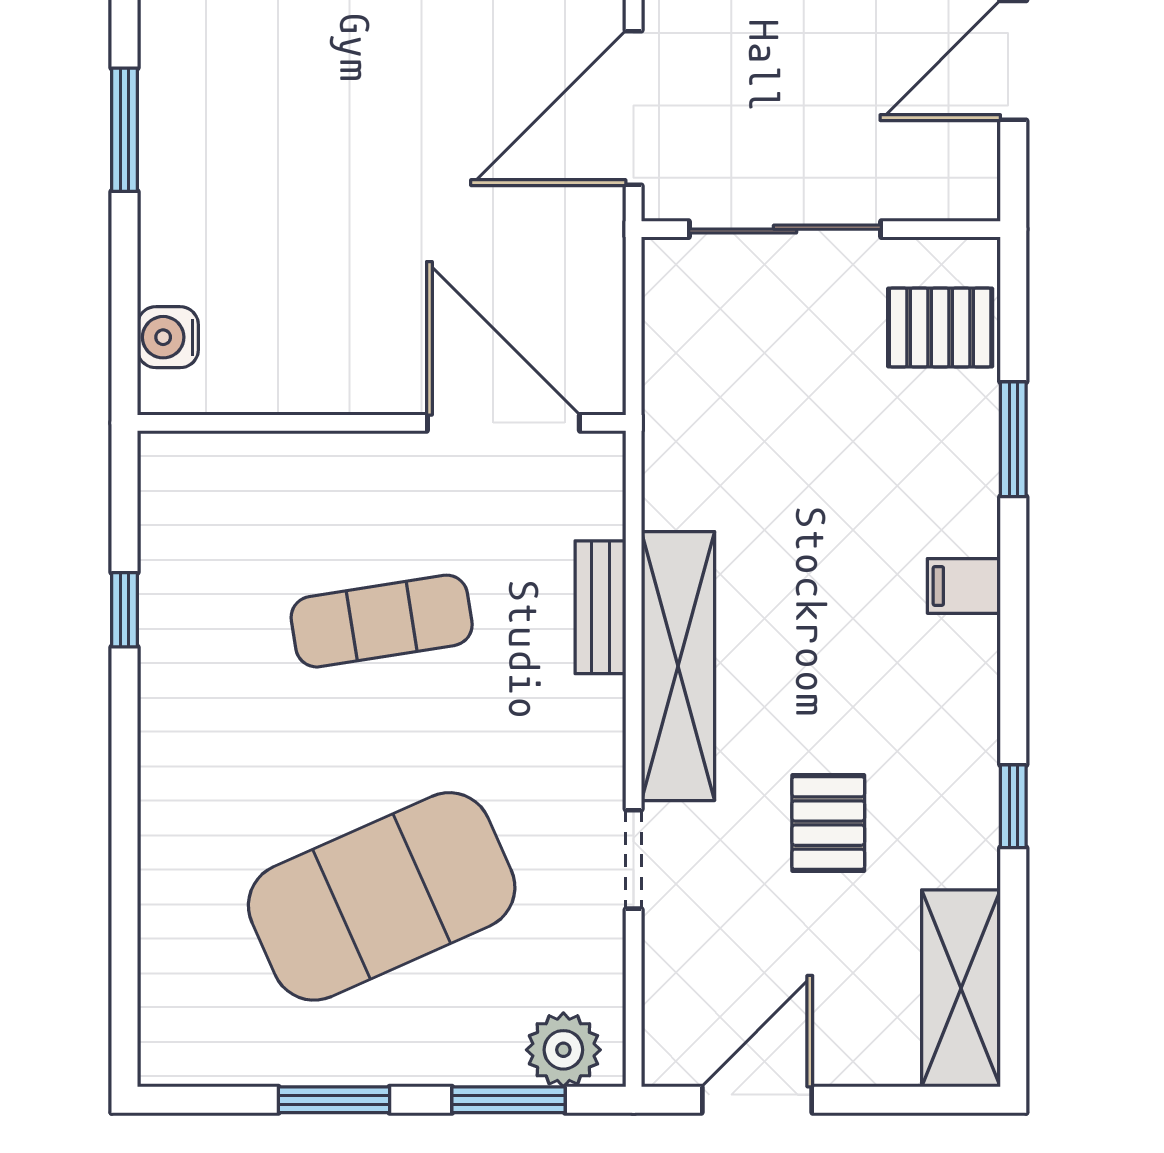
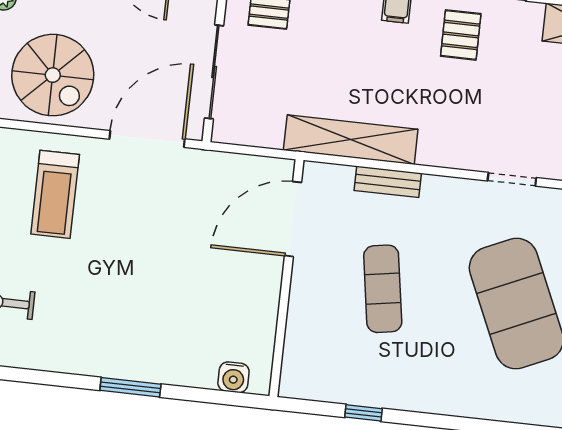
door: (634, 108) -> (147, 139), swing flipped
shelving: (678, 666) -> (351, 140), moved
pallet: (828, 823) -> (461, 35), moved, turned 90

